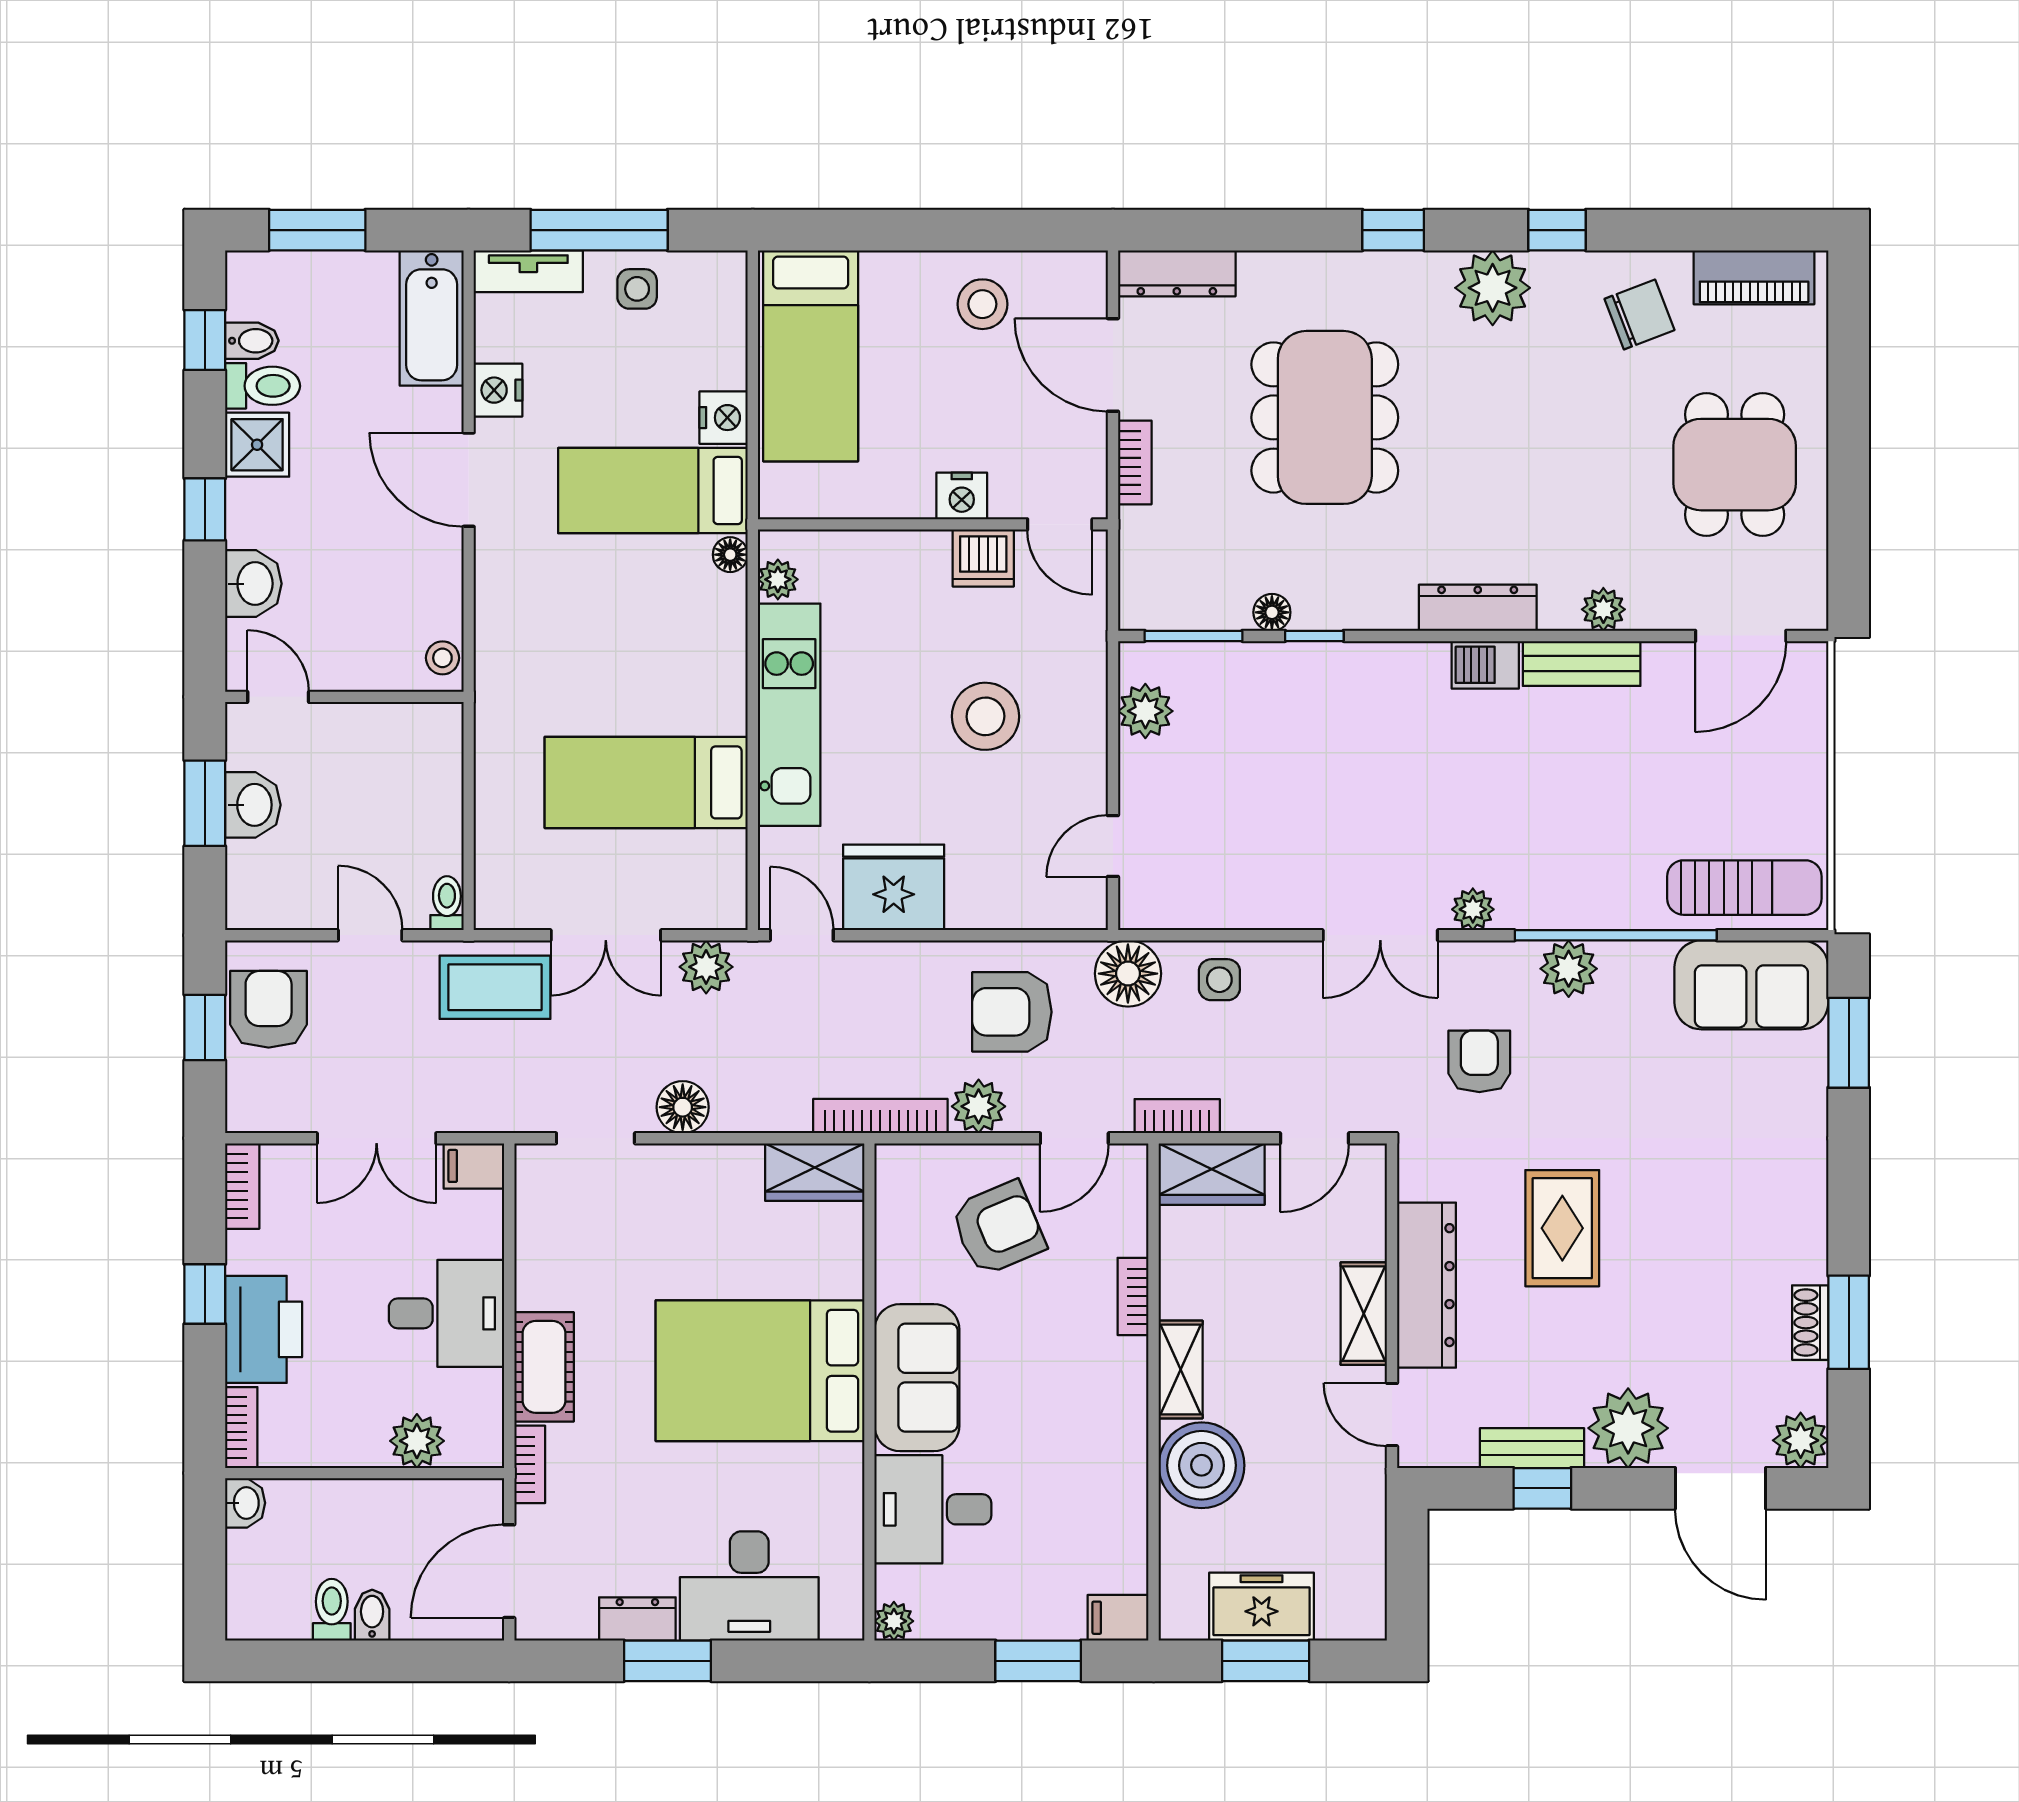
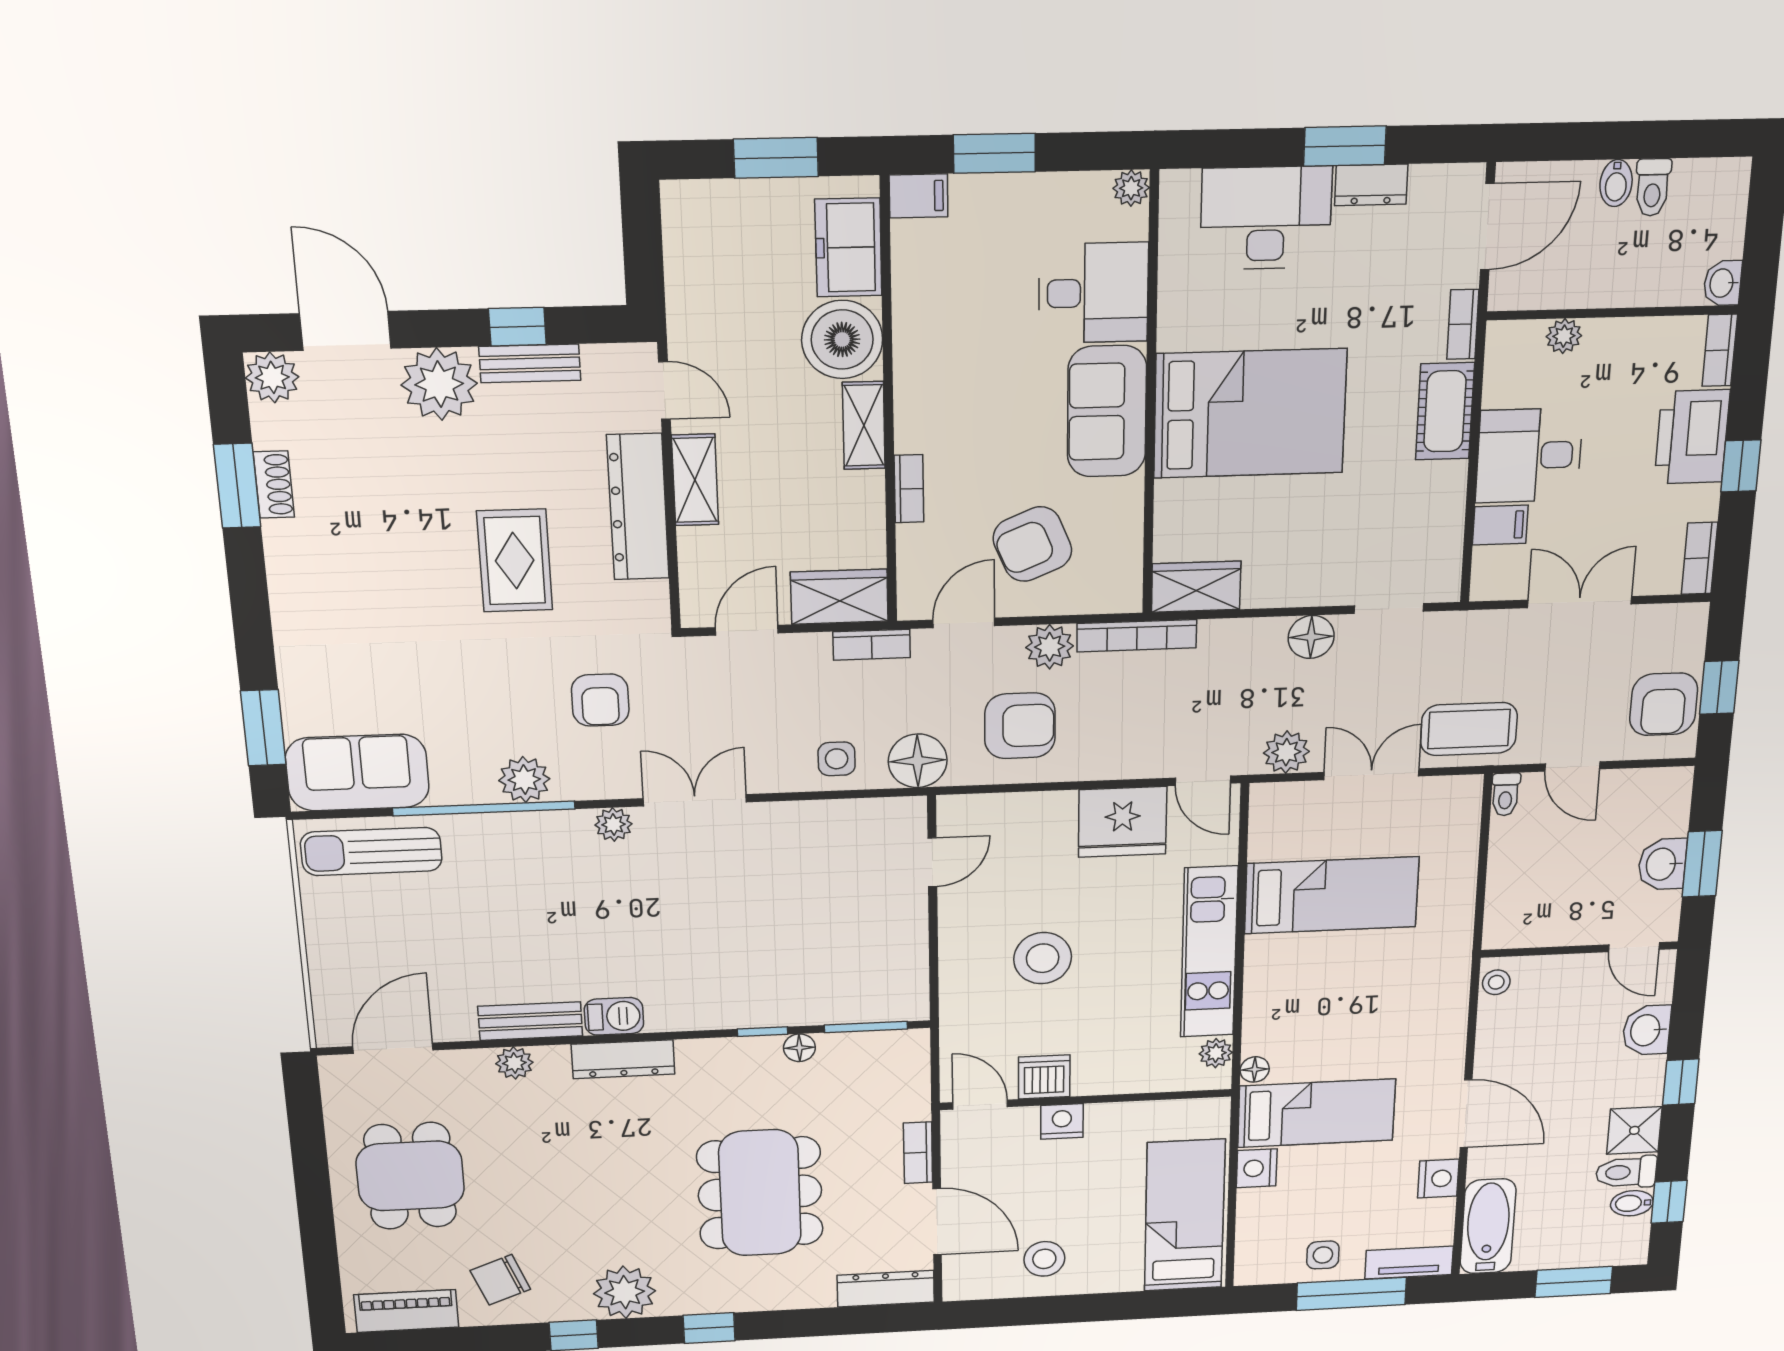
plant: (1145, 711) -> (906, 968), removed
filing cabinet: (474, 1166) -> (1500, 525), moved
plant: (417, 1441) -> (1564, 336), width x0.73, depth x0.73
freezer: (1262, 1607) -> (848, 247), moved, turned 90

